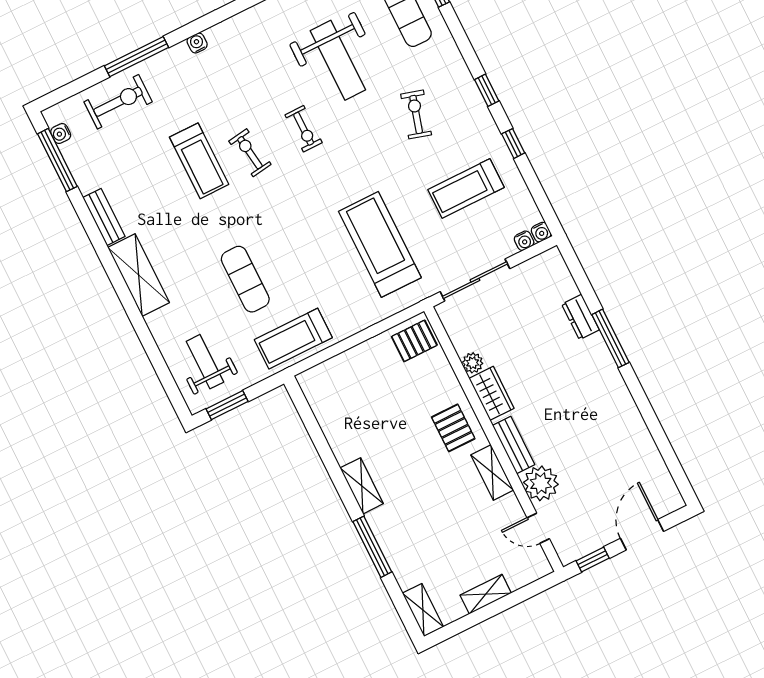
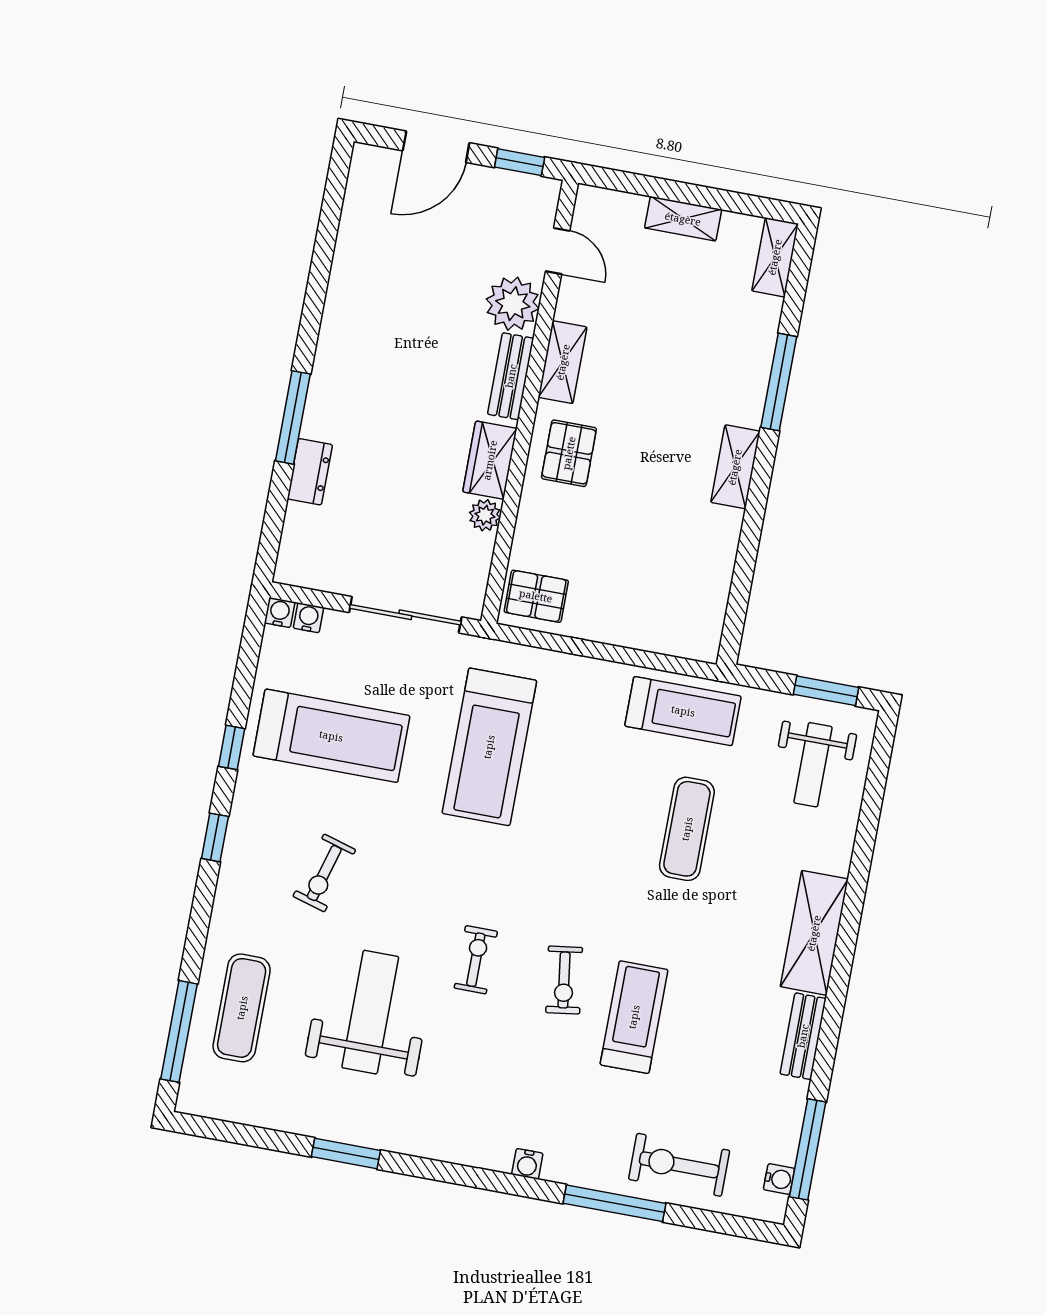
treadmill: (466, 188) -> (331, 736), width x1.37, depth x1.38

